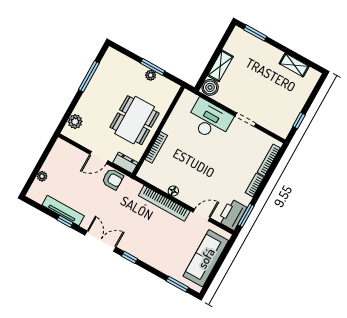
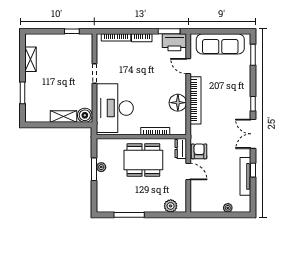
window: (255, 33) -> (22, 93), moved
desk: (209, 120) -> (115, 108), width x1.36, depth x1.30
floor lamp: (173, 191) -> (178, 103), width x1.89, depth x1.89

